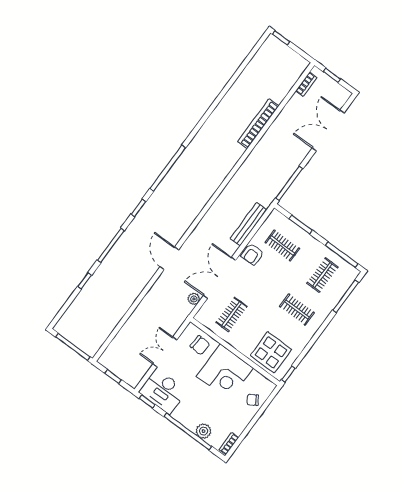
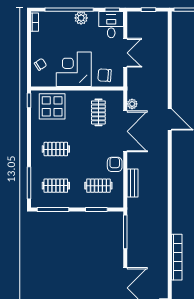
bench: (248, 224) -> (133, 183), width x0.73
clothes rail: (322, 275) -> (56, 186), turned 90
desk: (163, 391) -> (111, 25), width x0.73
plant: (204, 431) -> (81, 18), moved

